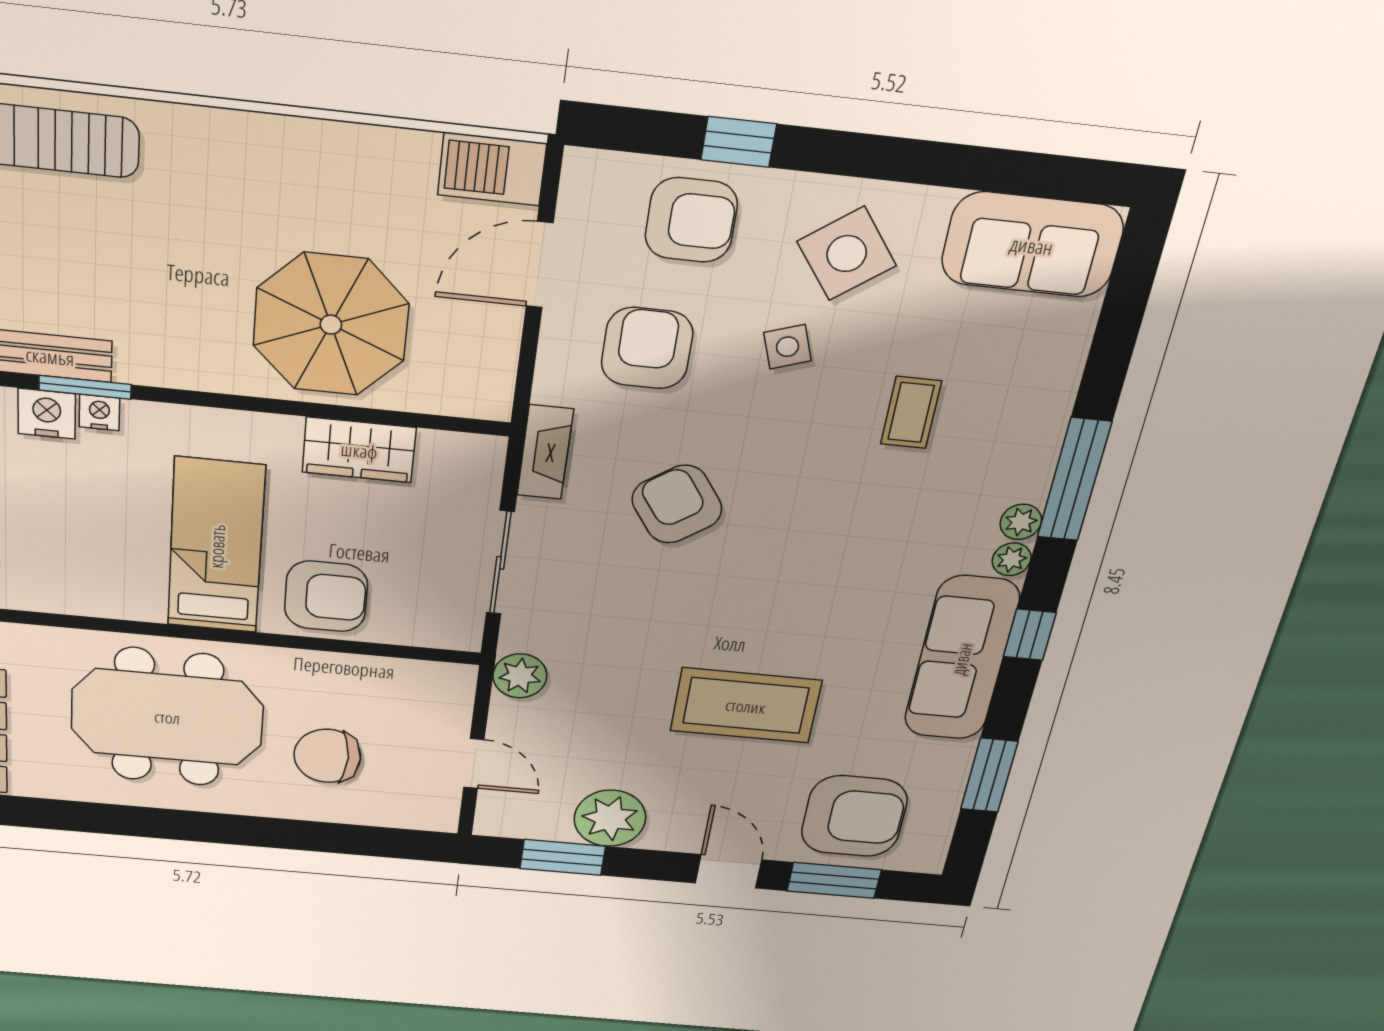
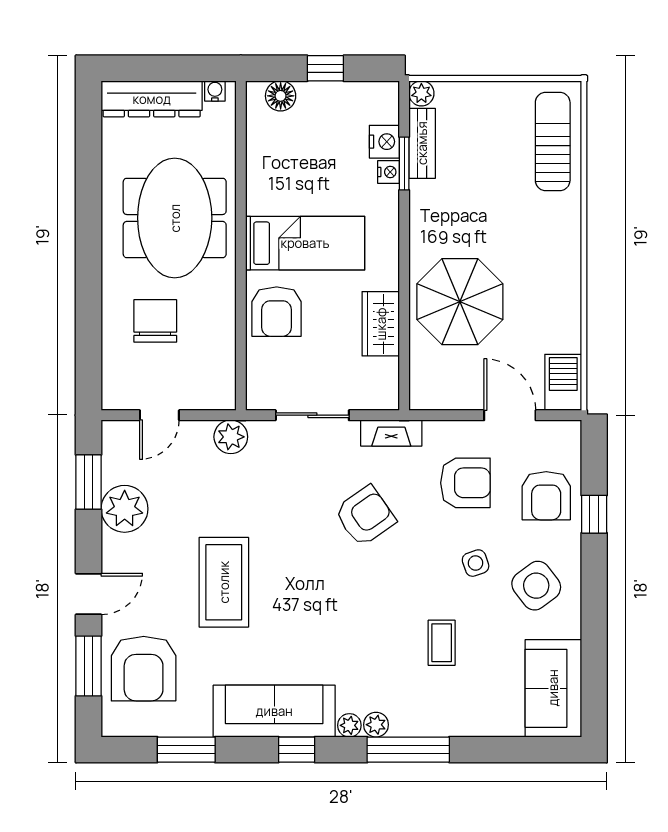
coffee table: (911, 413) -> (442, 643), turned 90

